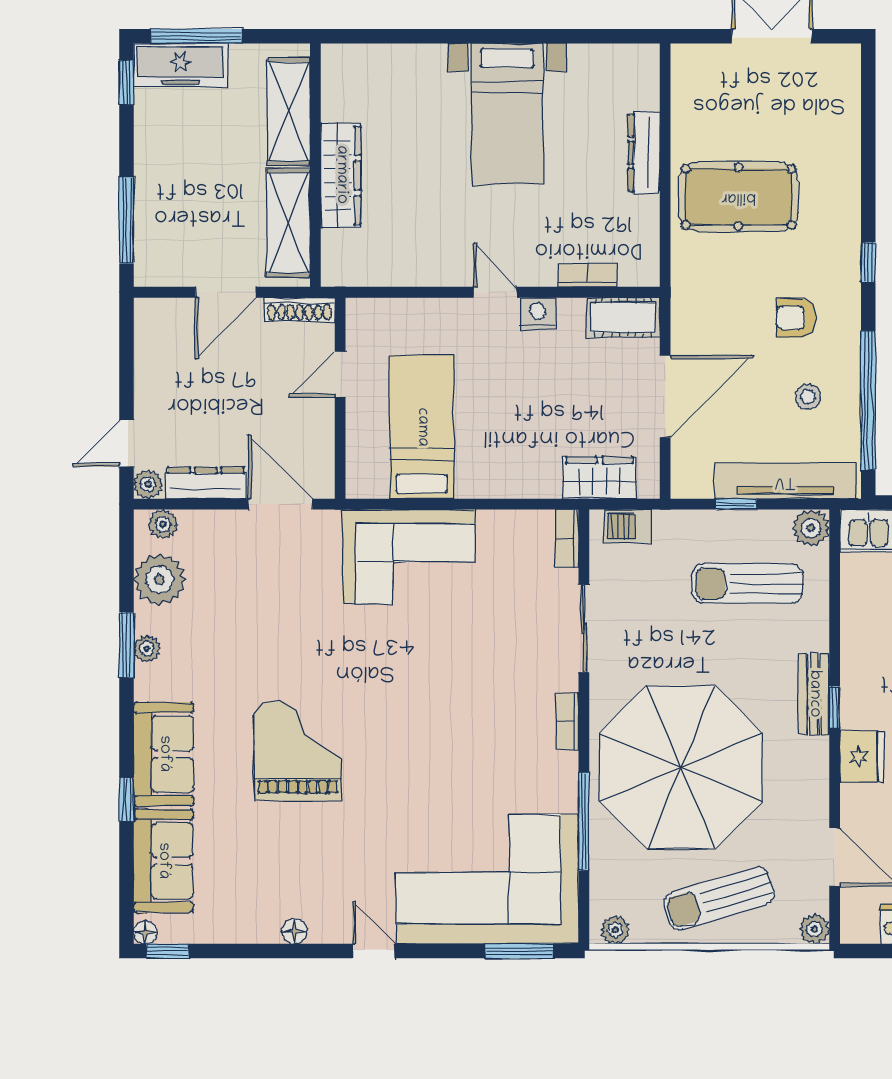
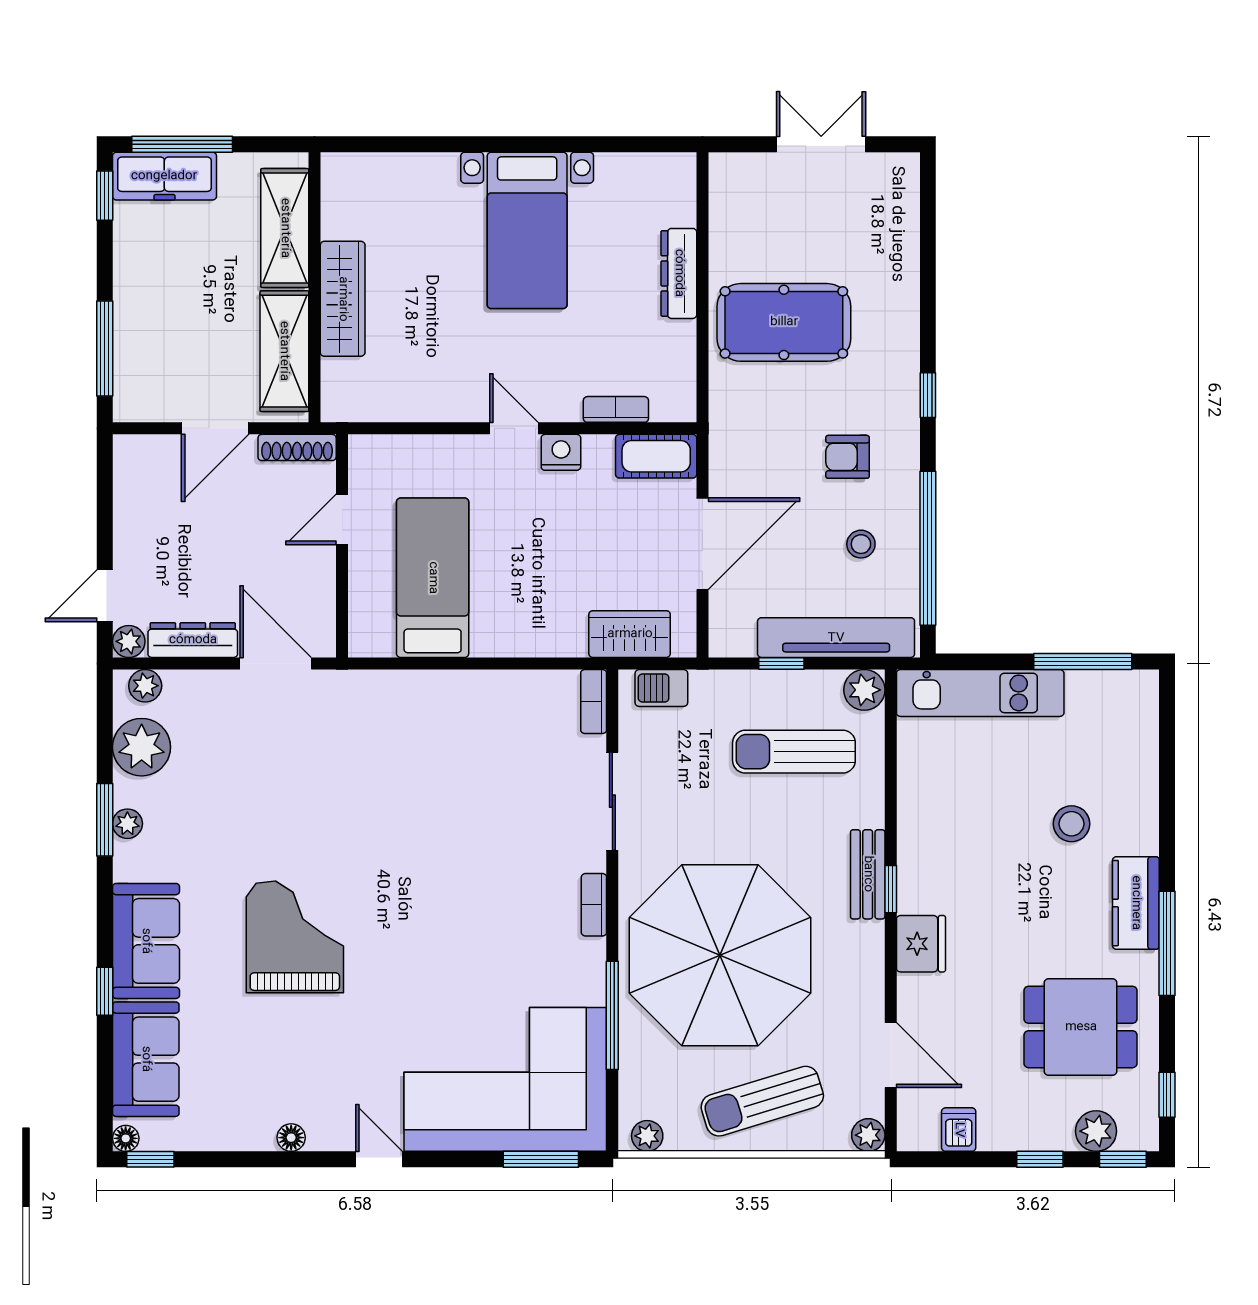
corner sofa: (409, 557) -> (418, 722), removed

